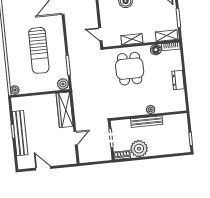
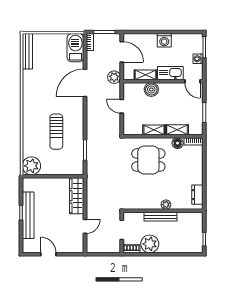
door: (100, 34) -> (122, 106), moved
shelving: (167, 36) -> (177, 130), moved
sun lounger: (39, 50) -> (56, 132), width x0.73, depth x0.75
dining table: (130, 69) -> (148, 160), turned 90
dresser: (178, 80) -> (197, 195), moved
plant: (63, 84) -> (78, 169), removed
plant: (15, 90) -> (31, 166), width x1.87, depth x1.87

